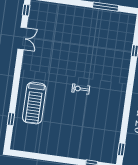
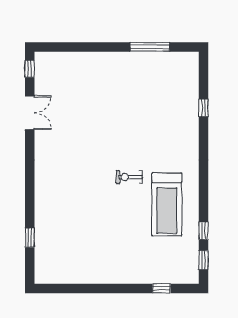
treadmill: (34, 103) -> (167, 204), moved
window: (124, 130) -> (203, 231), added

